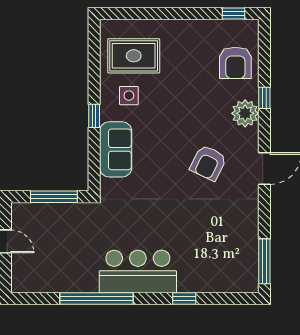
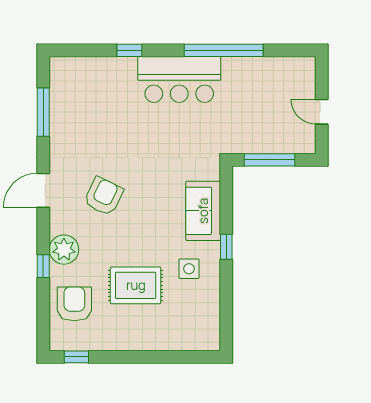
rug: (134, 56) -> (136, 285), moved
window: (264, 261) -> (43, 112), moved

